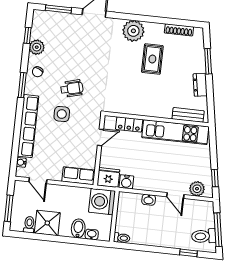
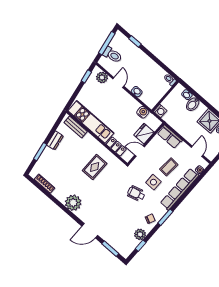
rug: (152, 59) -> (95, 167), moved
coffee table: (57, 142) -> (169, 167), added
fridge: (108, 178) -> (144, 134), moved, turned 90
washing machine: (102, 202) -> (160, 111), width x0.53, depth x0.53
toilet: (204, 236) -> (112, 55), moved

